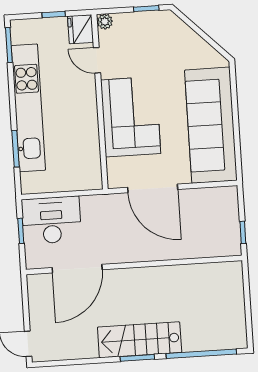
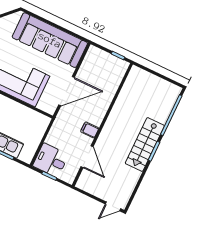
desk: (51, 220) -> (51, 160), width x0.73
filing cabinet: (117, 251) -> (90, 130), added
door: (77, 269) -> (87, 157), width x0.73

